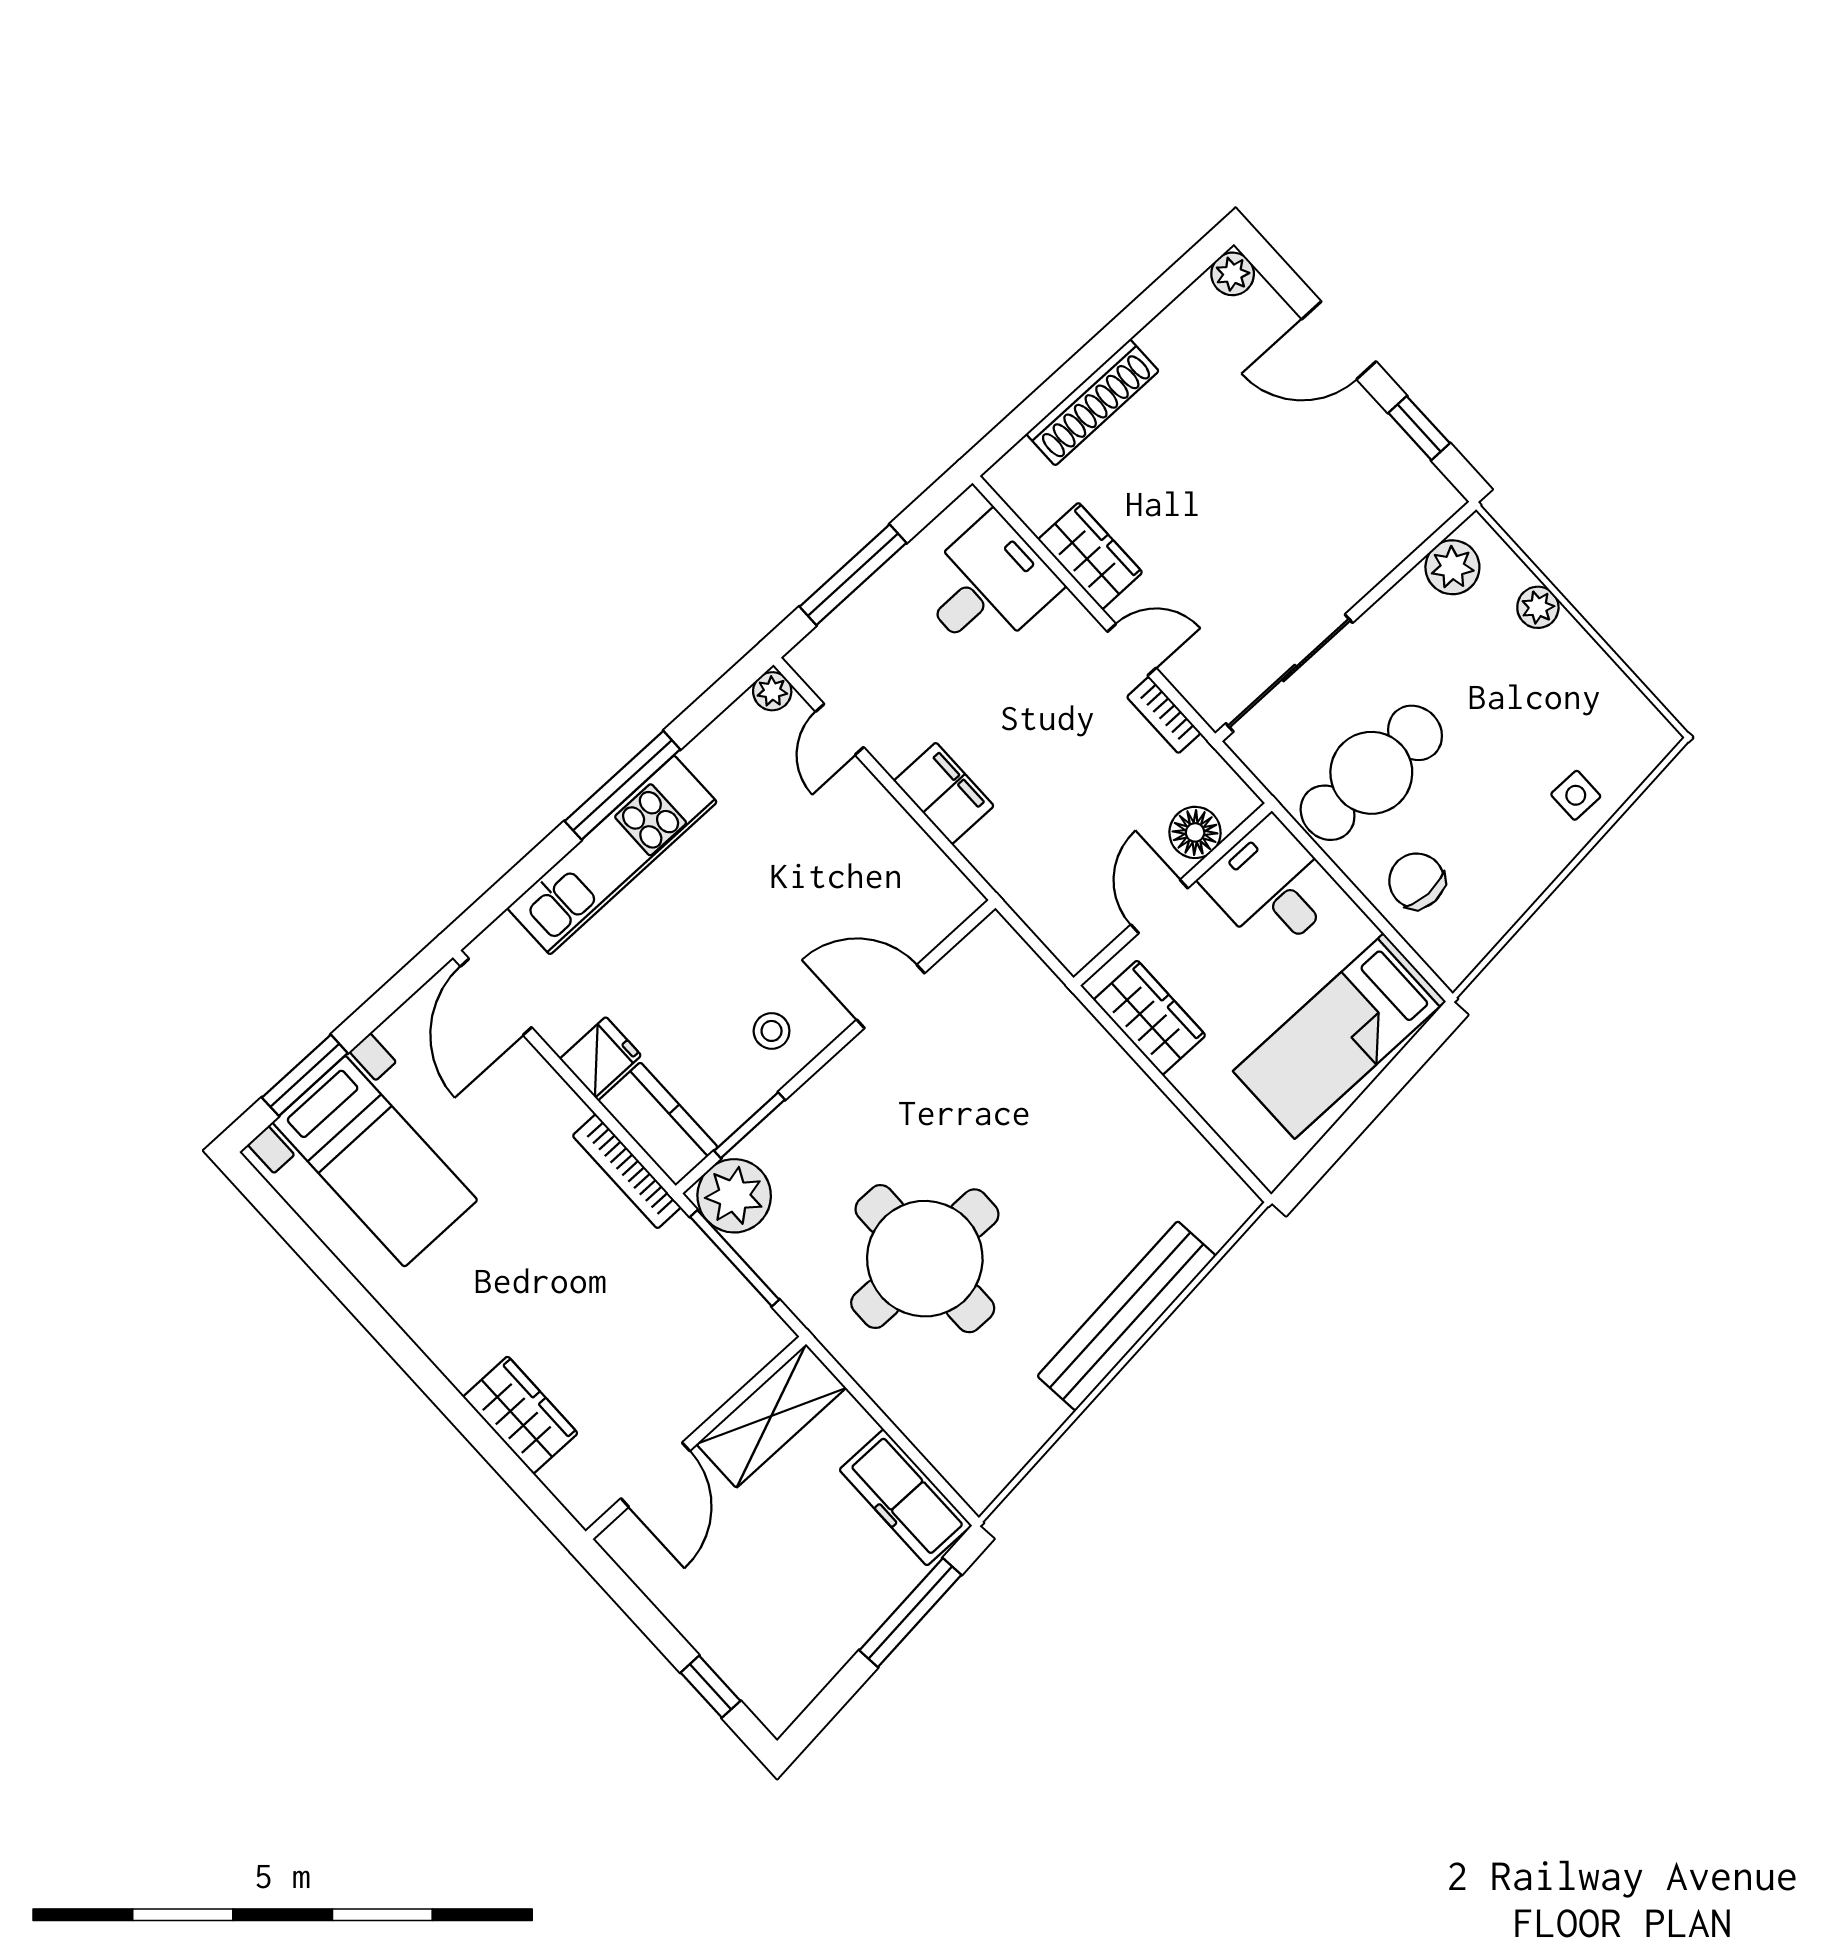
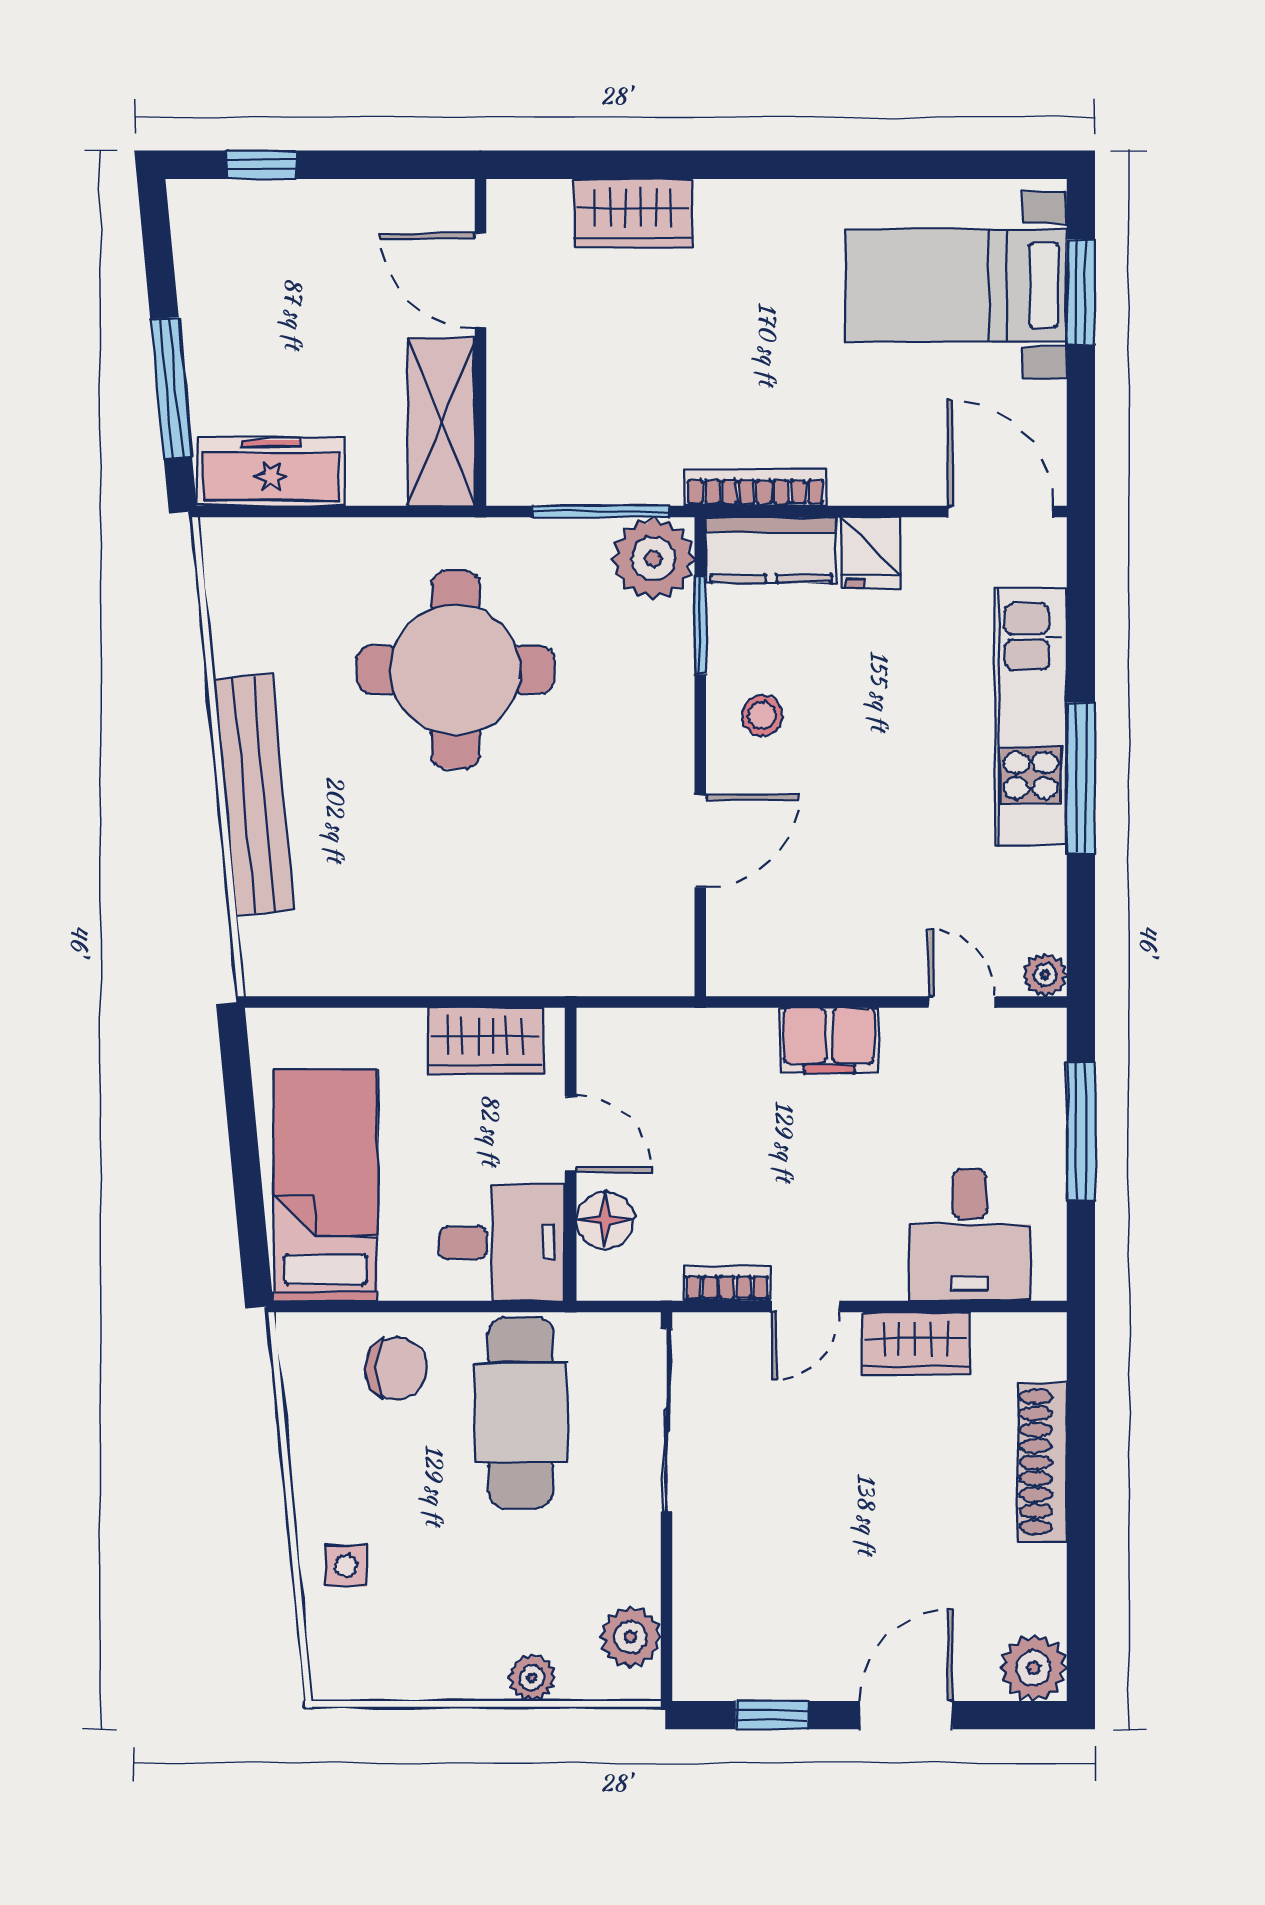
plant: (1233, 274) -> (1034, 1668), width x1.38, depth x1.38

